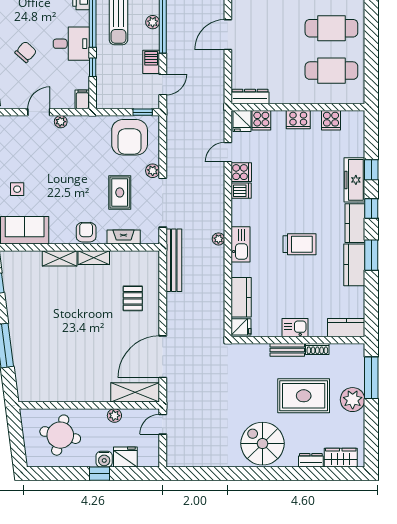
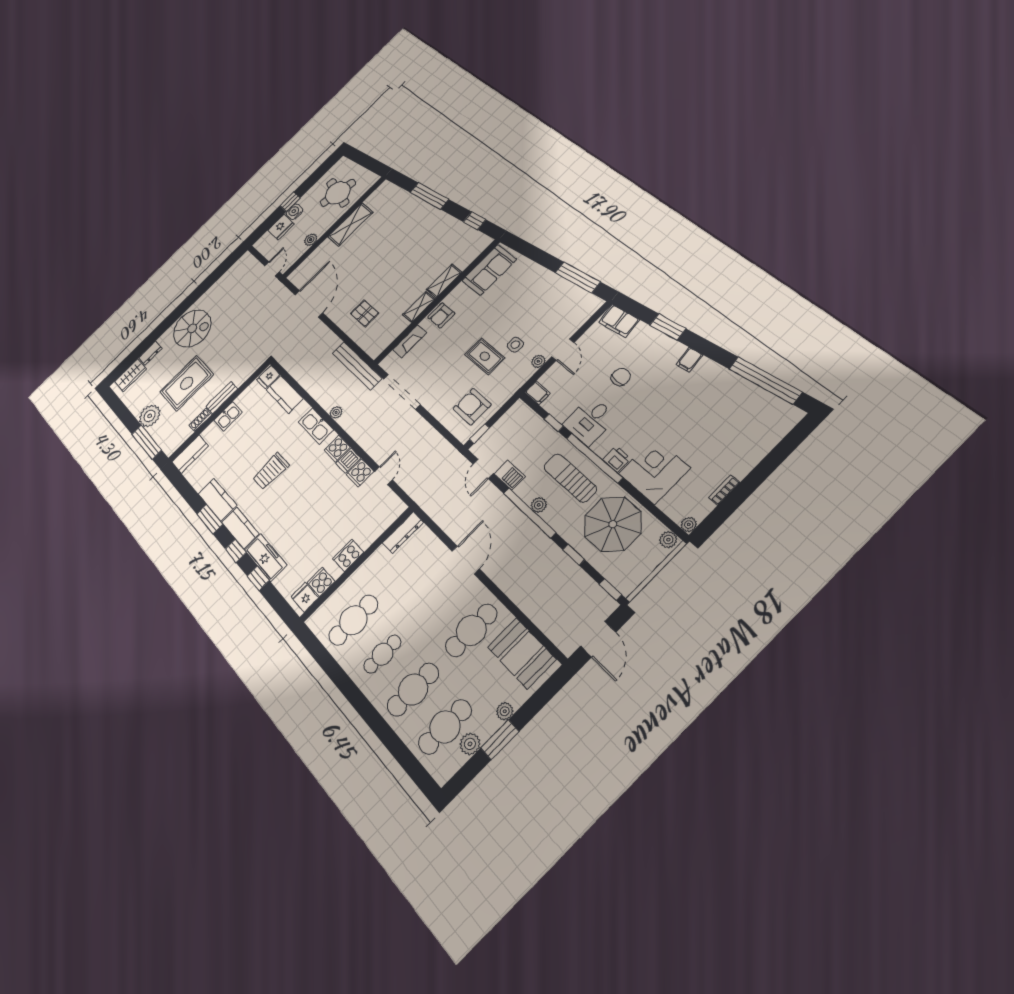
cafe table: (331, 28) -> (382, 654), width x0.73, depth x0.74
chair: (26, 52) -> (621, 377), turned -132
cooker: (261, 120) -> (337, 449), moved, turned -90
fridge: (242, 121) -> (305, 597), moved
armchair: (130, 137) -> (472, 407), width x0.73, depth x0.73
plant: (153, 171) -> (431, 404), removed
side table: (17, 189) -> (515, 345), moved
rug: (120, 192) -> (485, 356), moved
armchair: (86, 232) -> (441, 315), turned 90
shelving: (135, 392) -> (350, 224), moved

